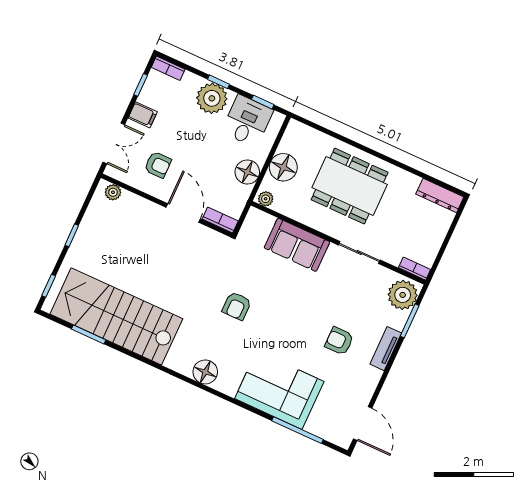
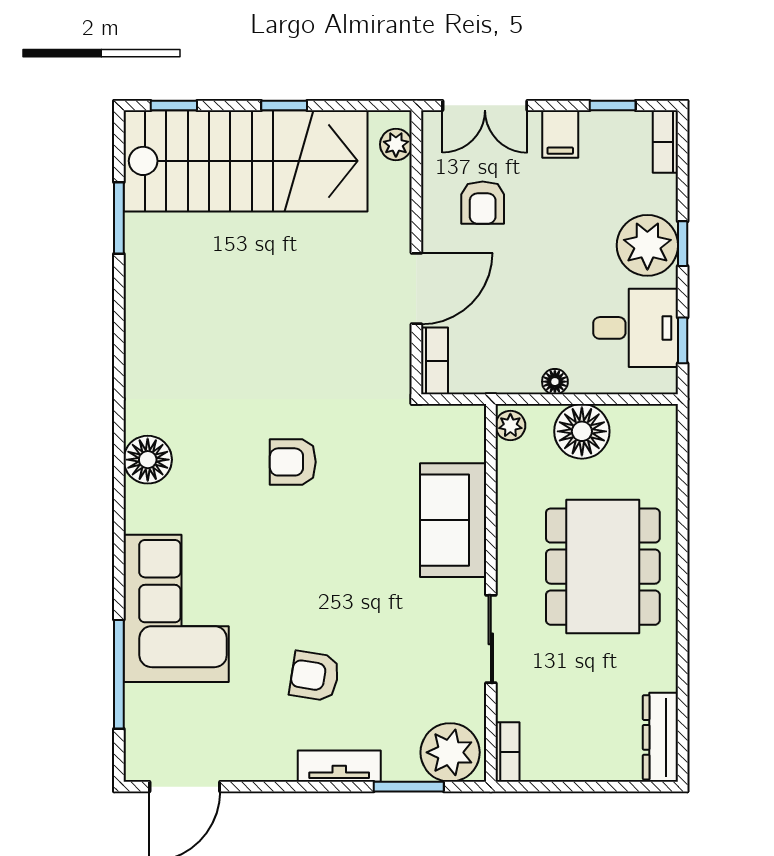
floor lamp: (247, 172) -> (555, 382), width x0.53, depth x0.53
stairs: (116, 316) -> (246, 161), moved, turned 90
armchair: (339, 341) -> (314, 676), turned -81

